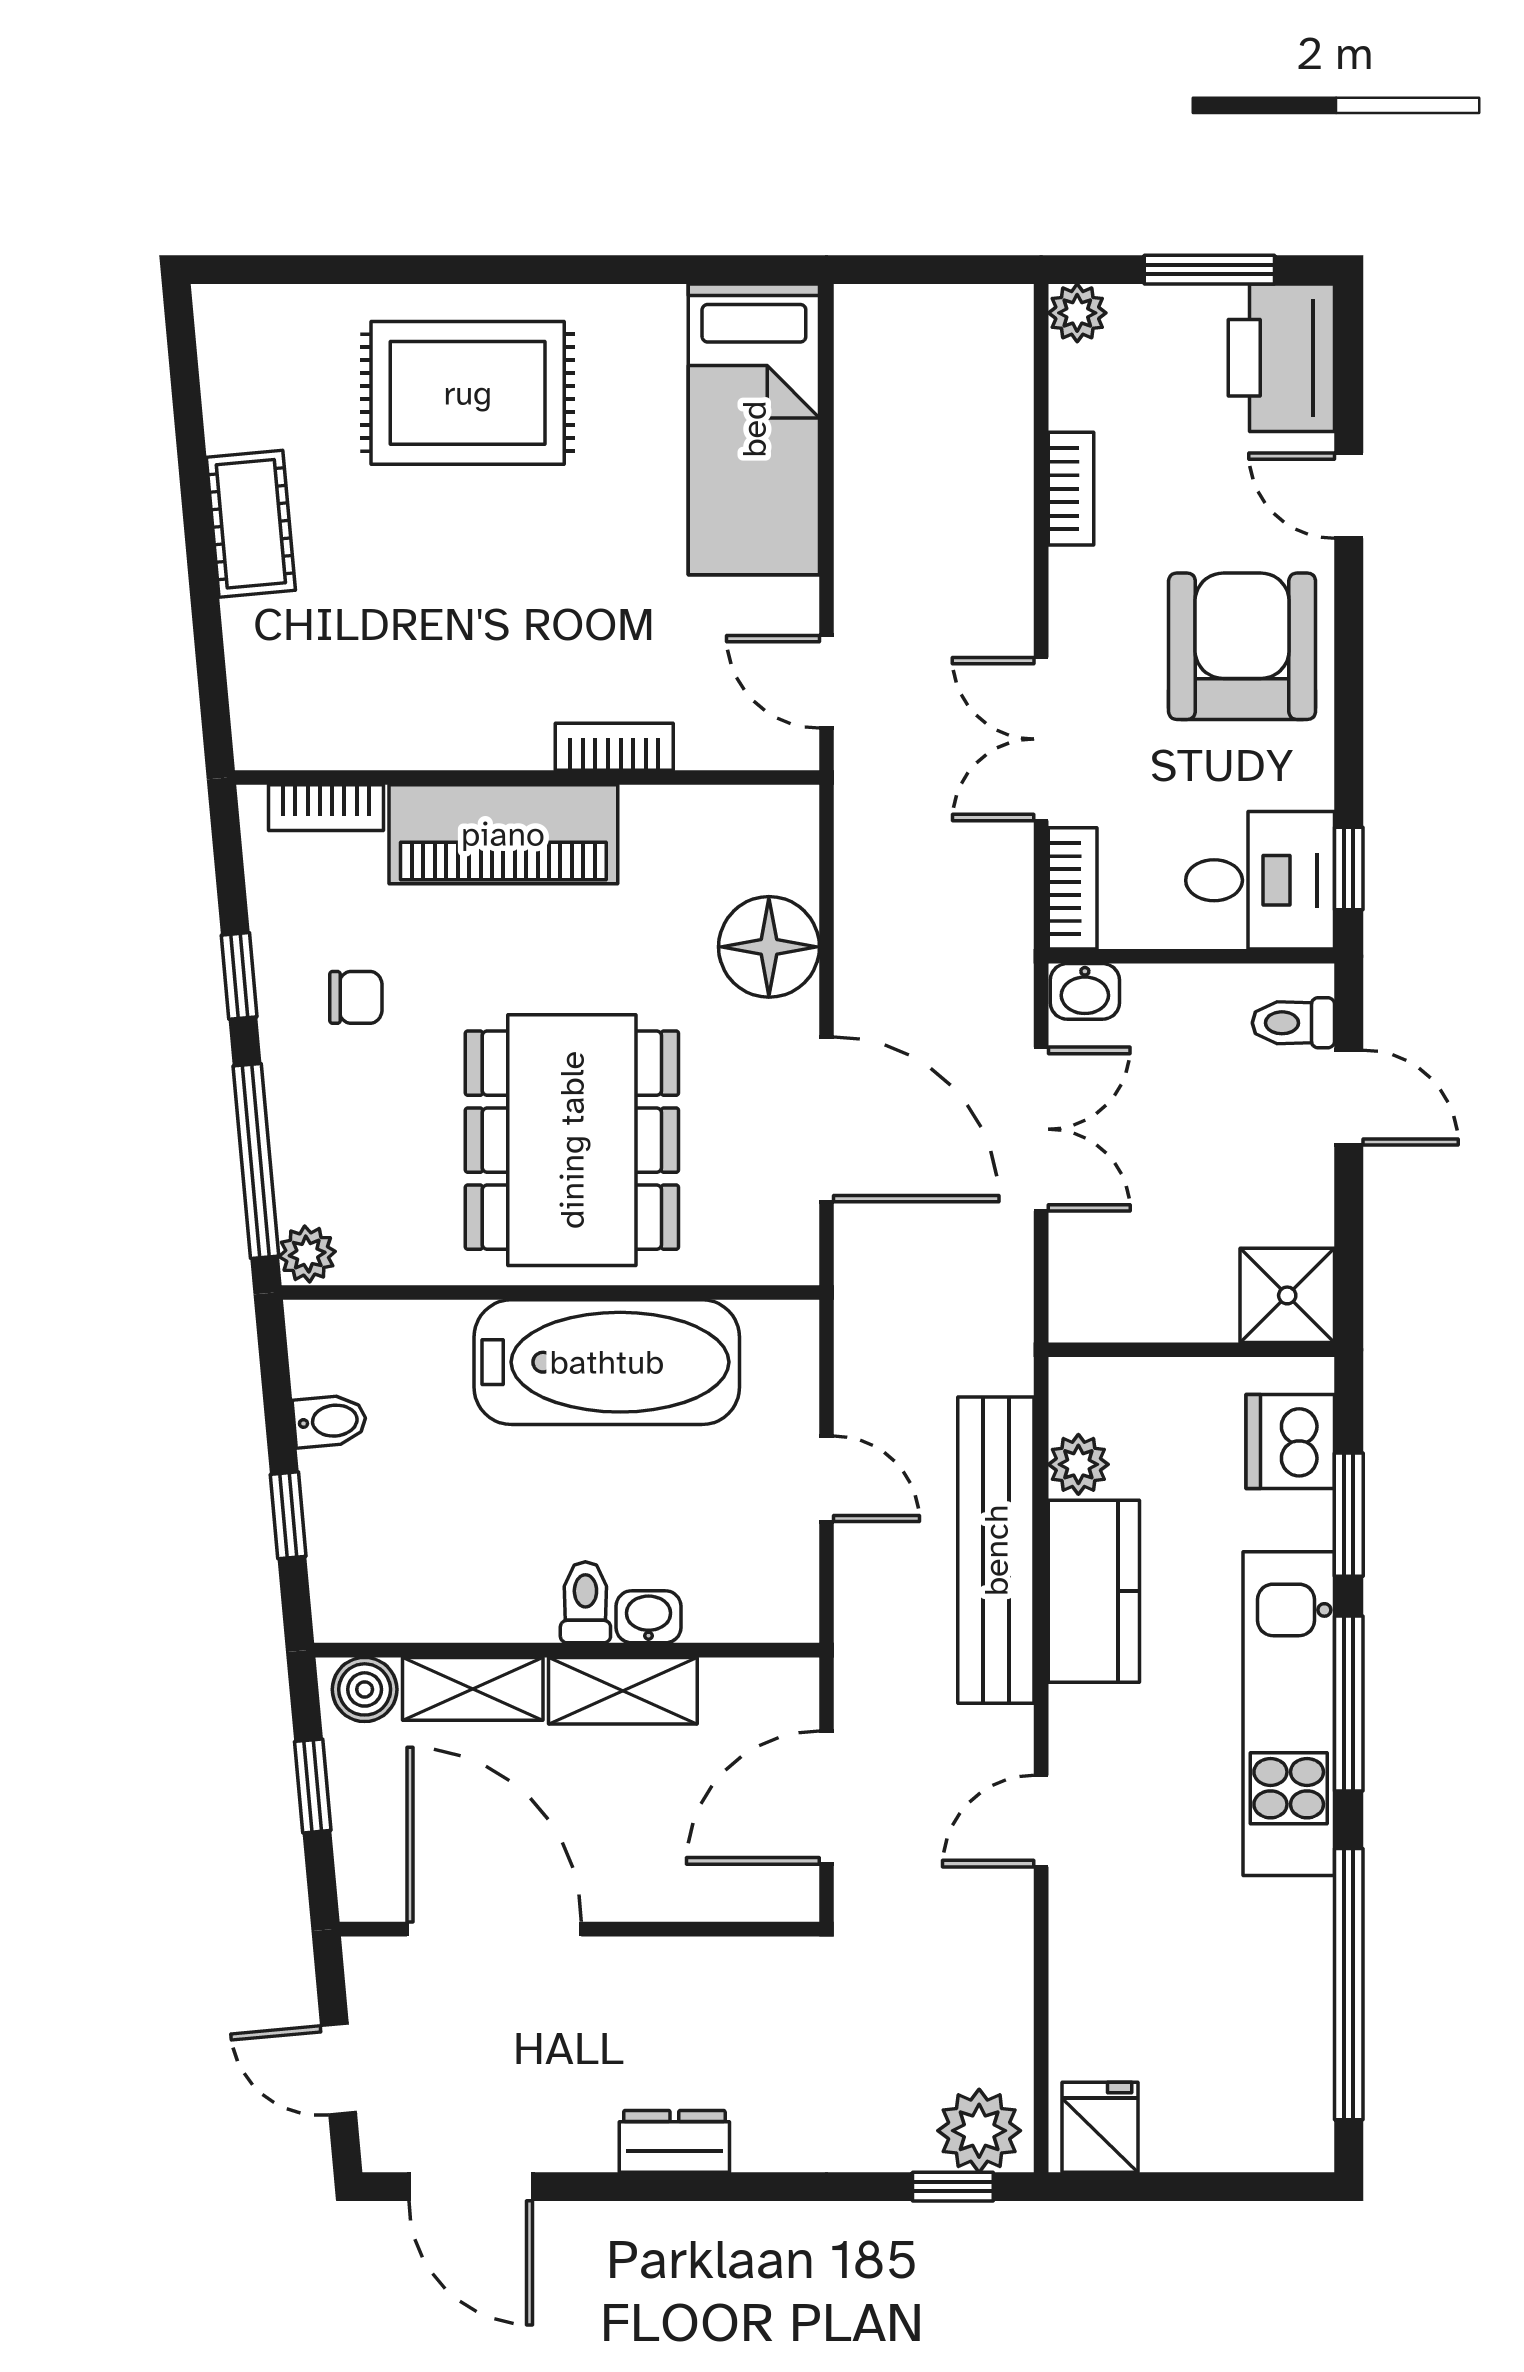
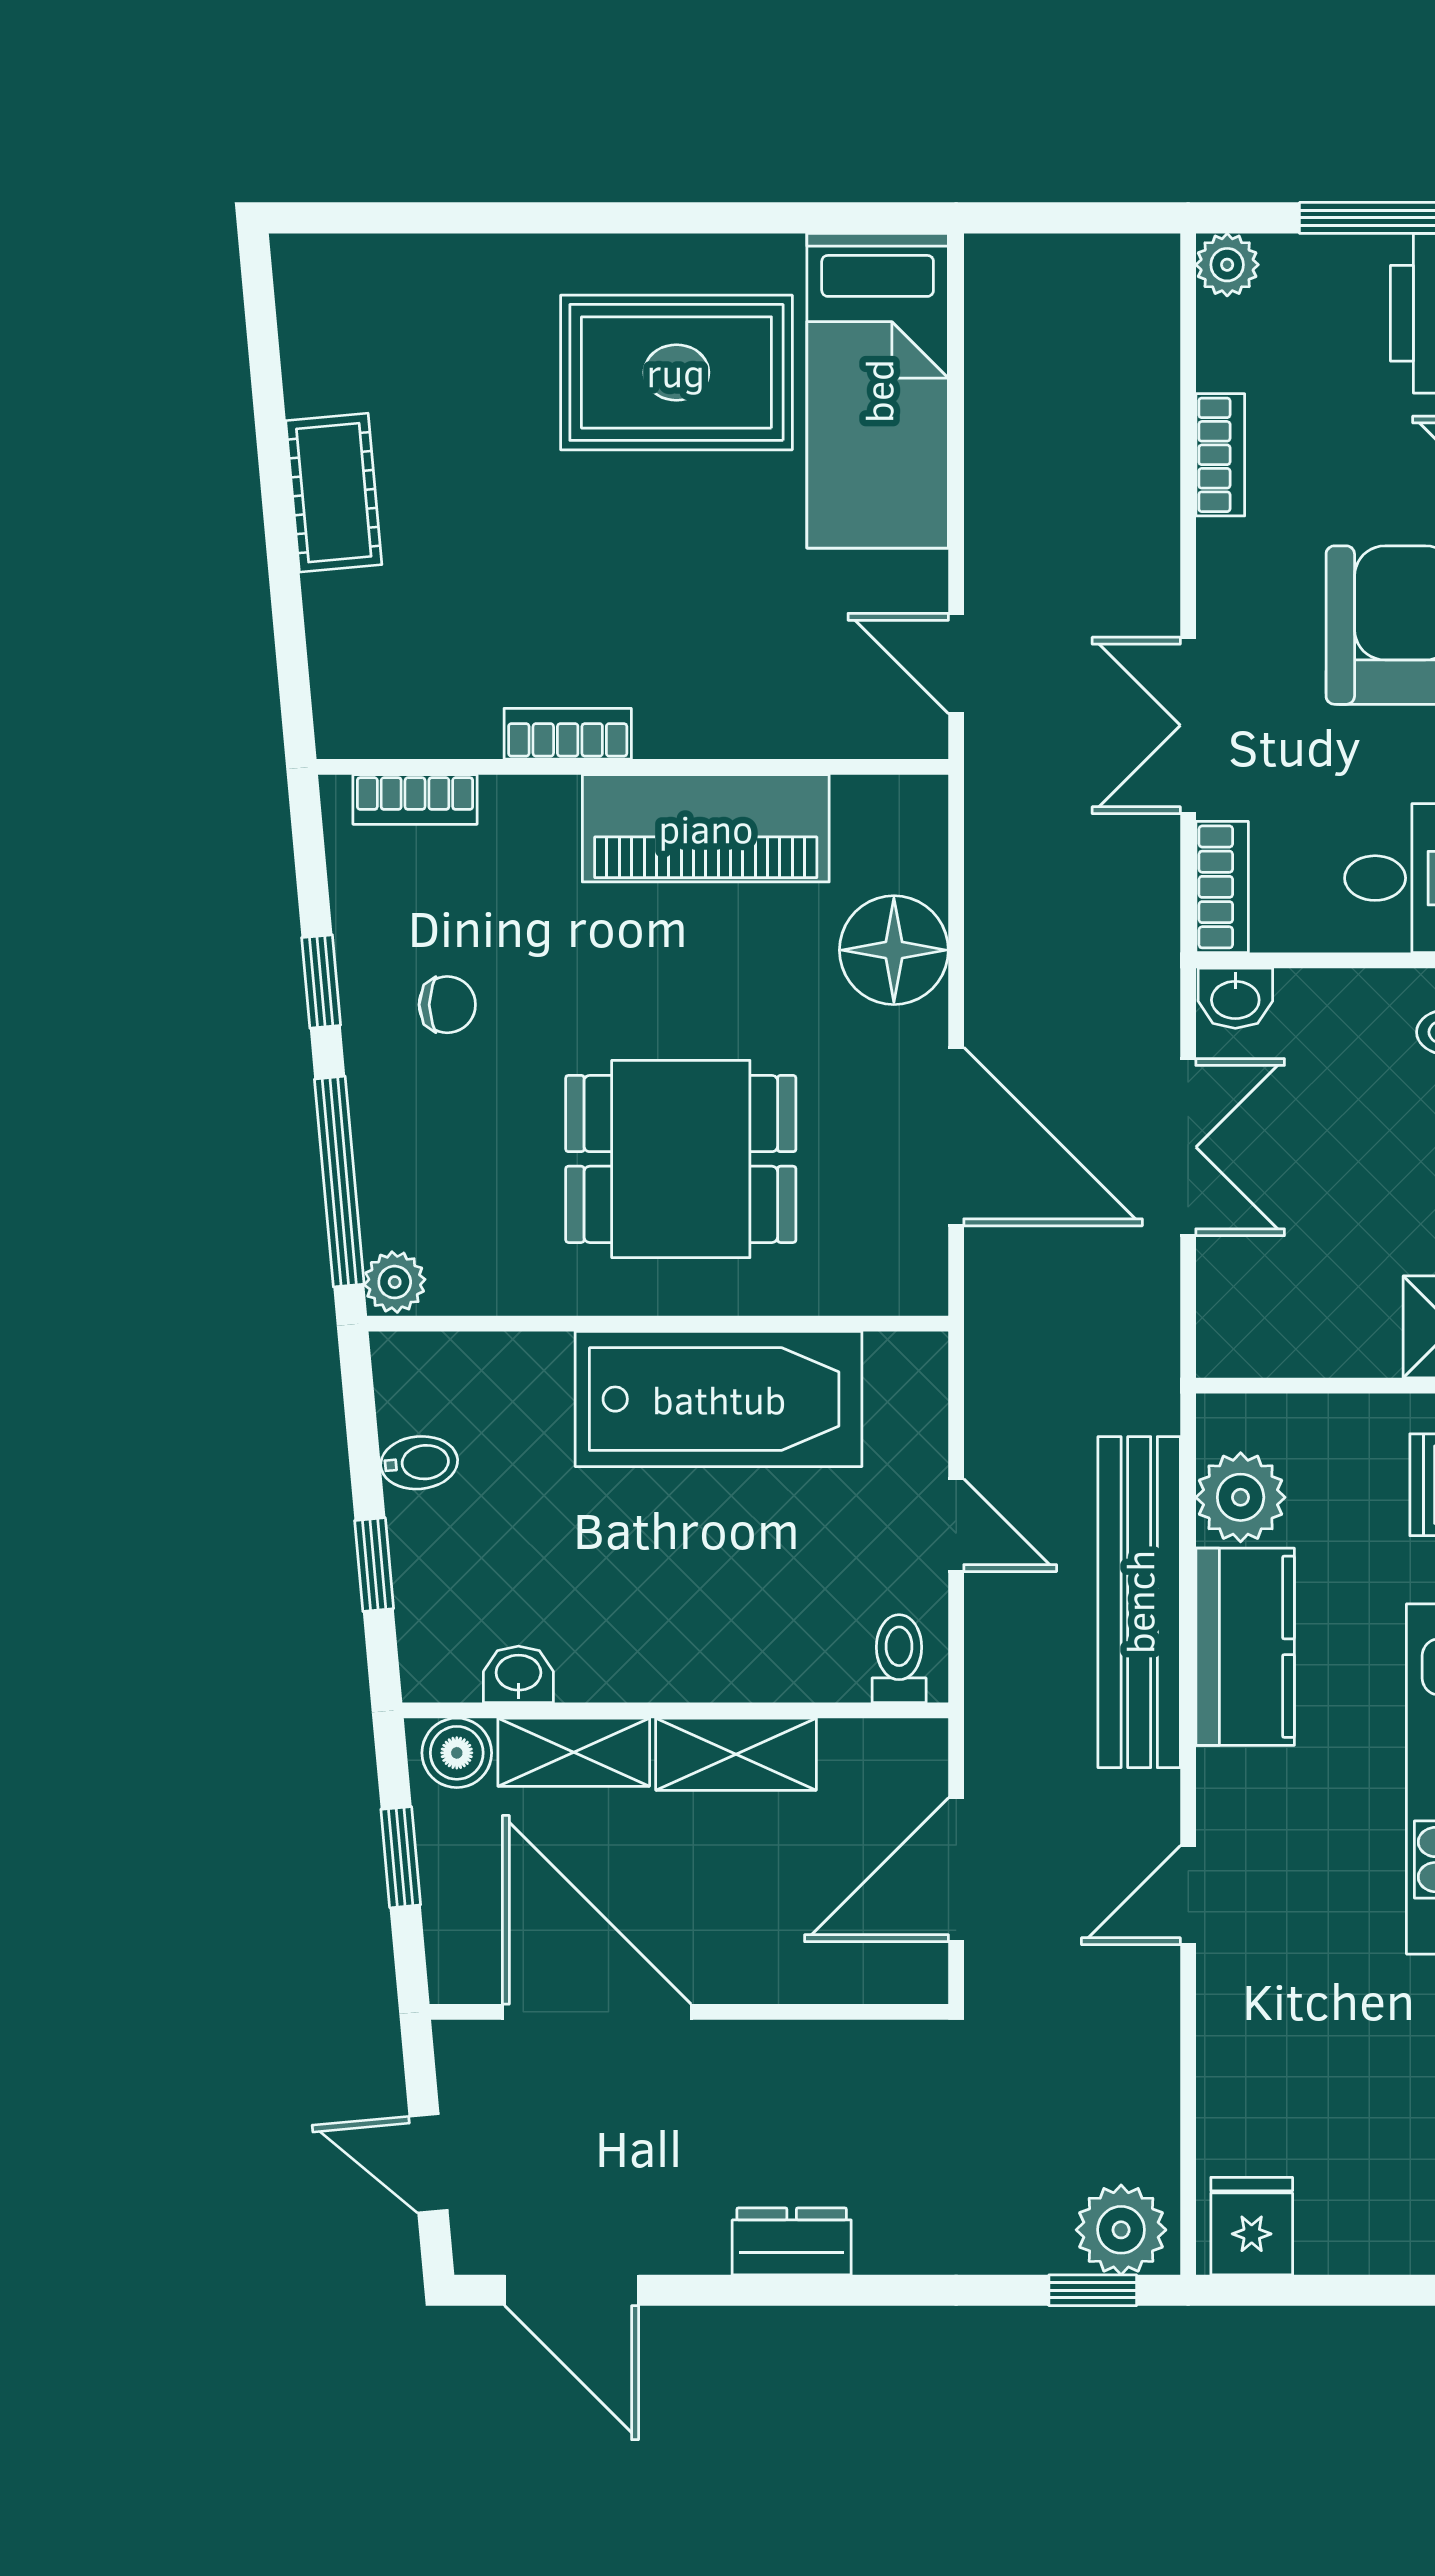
rug: (468, 393) -> (676, 372), moved
bookcase: (614, 747) -> (568, 734), moved
piano: (503, 834) -> (706, 828), moved
dining table: (572, 1140) -> (681, 1159), width x0.73
plant: (1078, 1464) -> (1241, 1497), width x1.38, depth x1.38
toilet: (585, 1602) -> (899, 1659), moved
washbasin: (648, 1617) -> (518, 1674), moved

